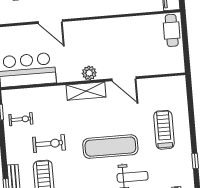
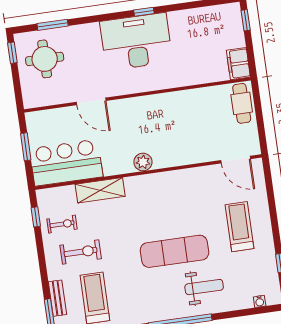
door: (124, 79) -> (236, 160), moved
shelving: (86, 91) -> (100, 190), moved
exercise bike: (49, 144) -> (81, 252), moved

